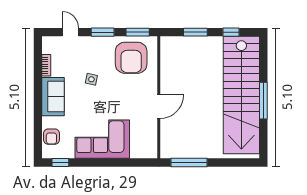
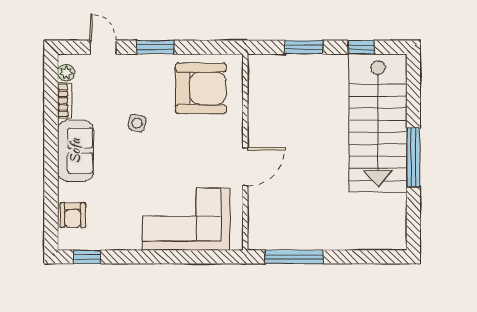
window: (138, 32) -> (211, 47), removed
plant: (47, 48) -> (66, 73), added
armchair: (131, 58) -> (201, 88), turned -90
stairs: (241, 95) -> (378, 123), width x0.73
corner sofa: (102, 139) -> (186, 219), moved

